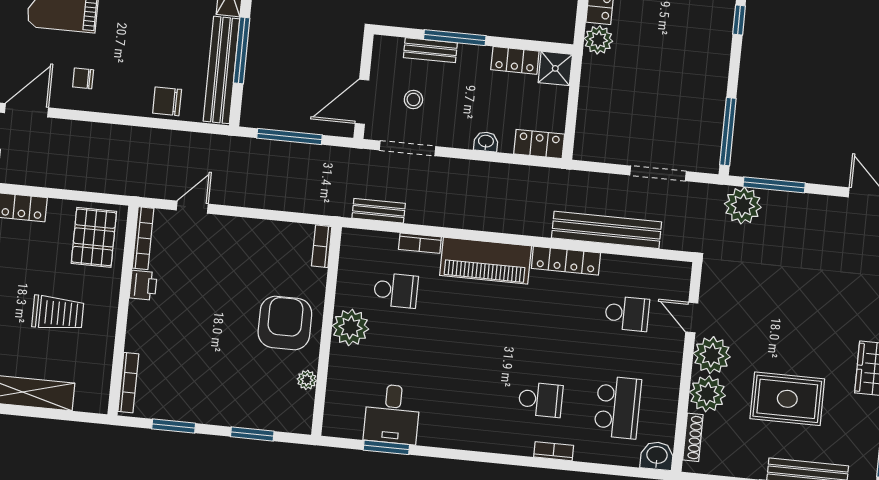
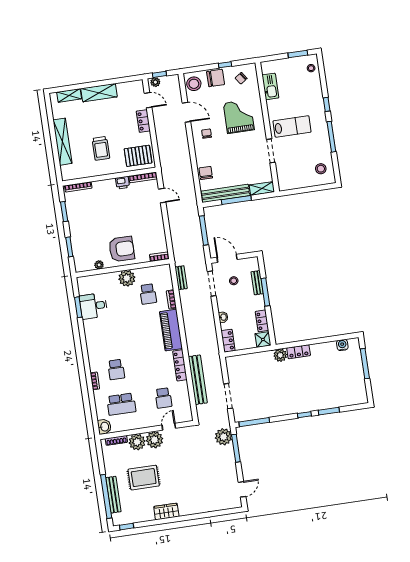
rug: (787, 399) -> (144, 478), turned 90

